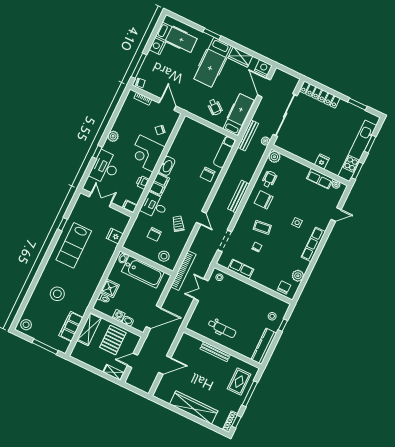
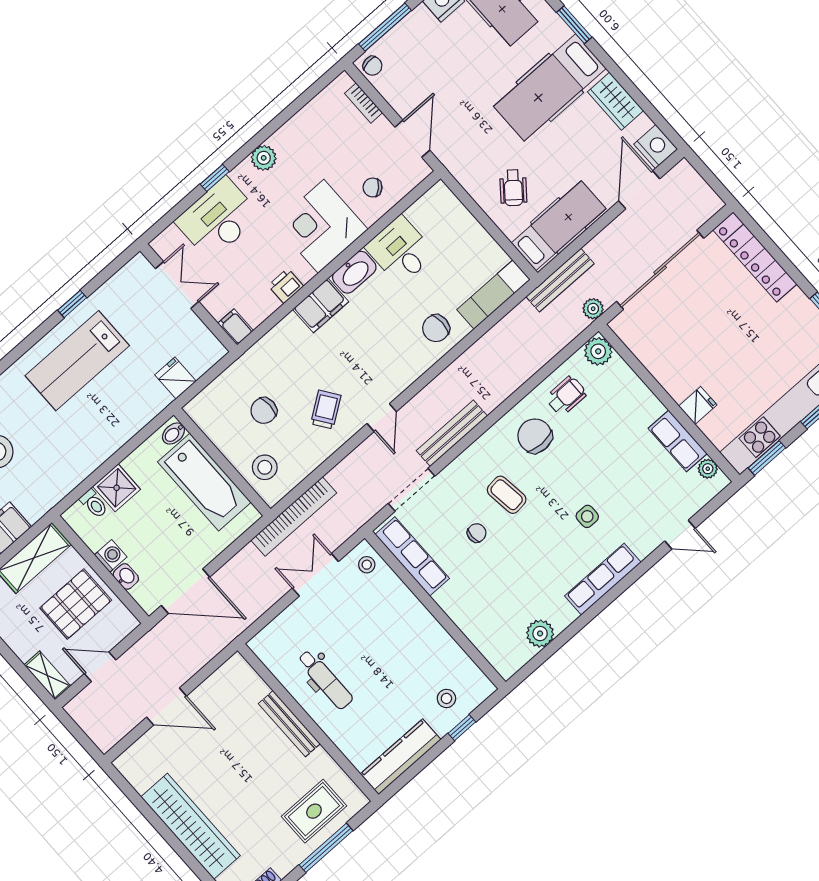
bench: (239, 196) -> (452, 433), moved
desk: (154, 206) -> (400, 250), moved
row of seats: (241, 269) -> (412, 556), width x1.48
chair: (284, 287) -> (499, 646), removed

